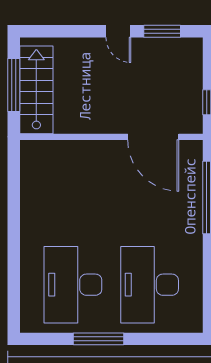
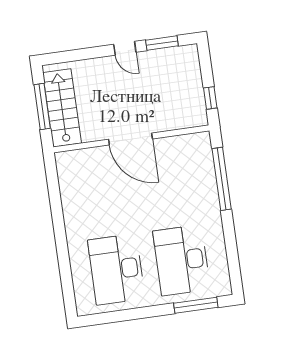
door: (153, 137) -> (130, 139), moved
window: (99, 339) -> (196, 305), moved

